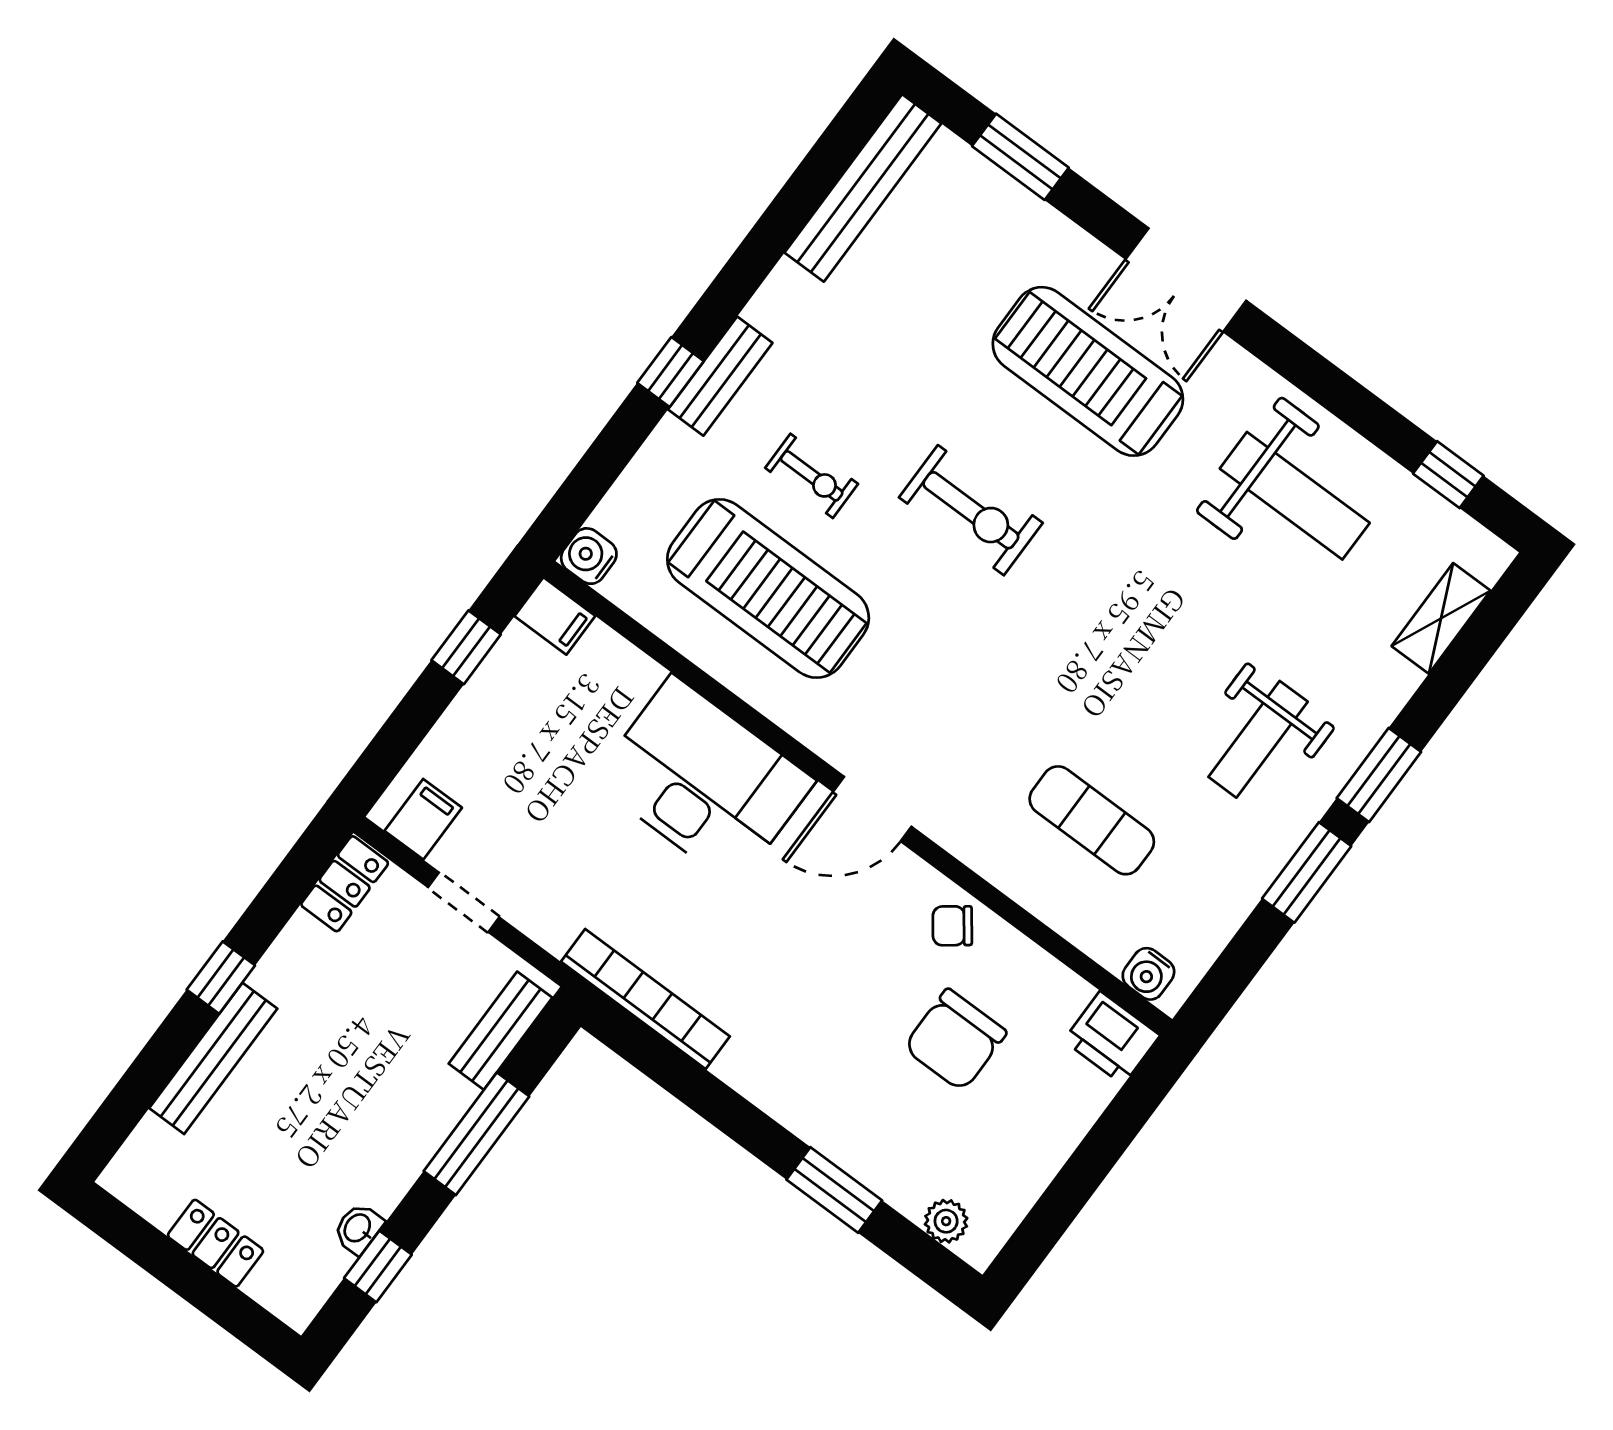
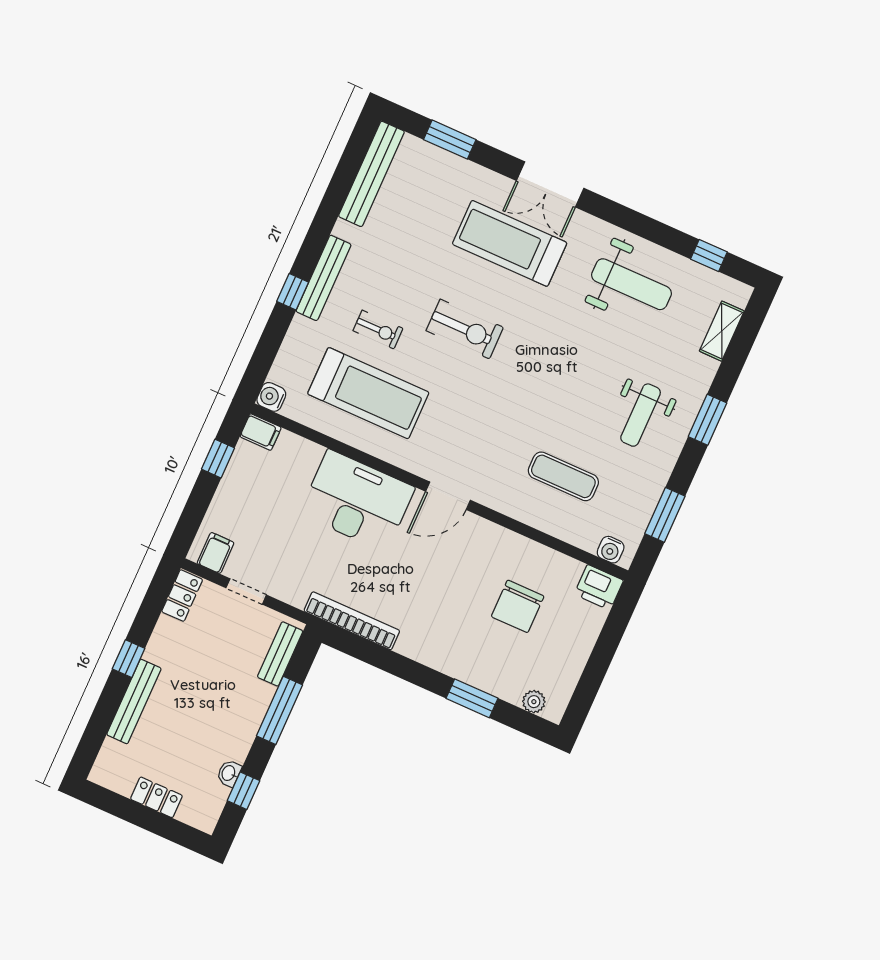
bench: (720, 376) -> (324, 278), width x1.36
window: (1307, 872) -> (665, 515), moved
chair: (952, 926) -> (503, 547), removed

